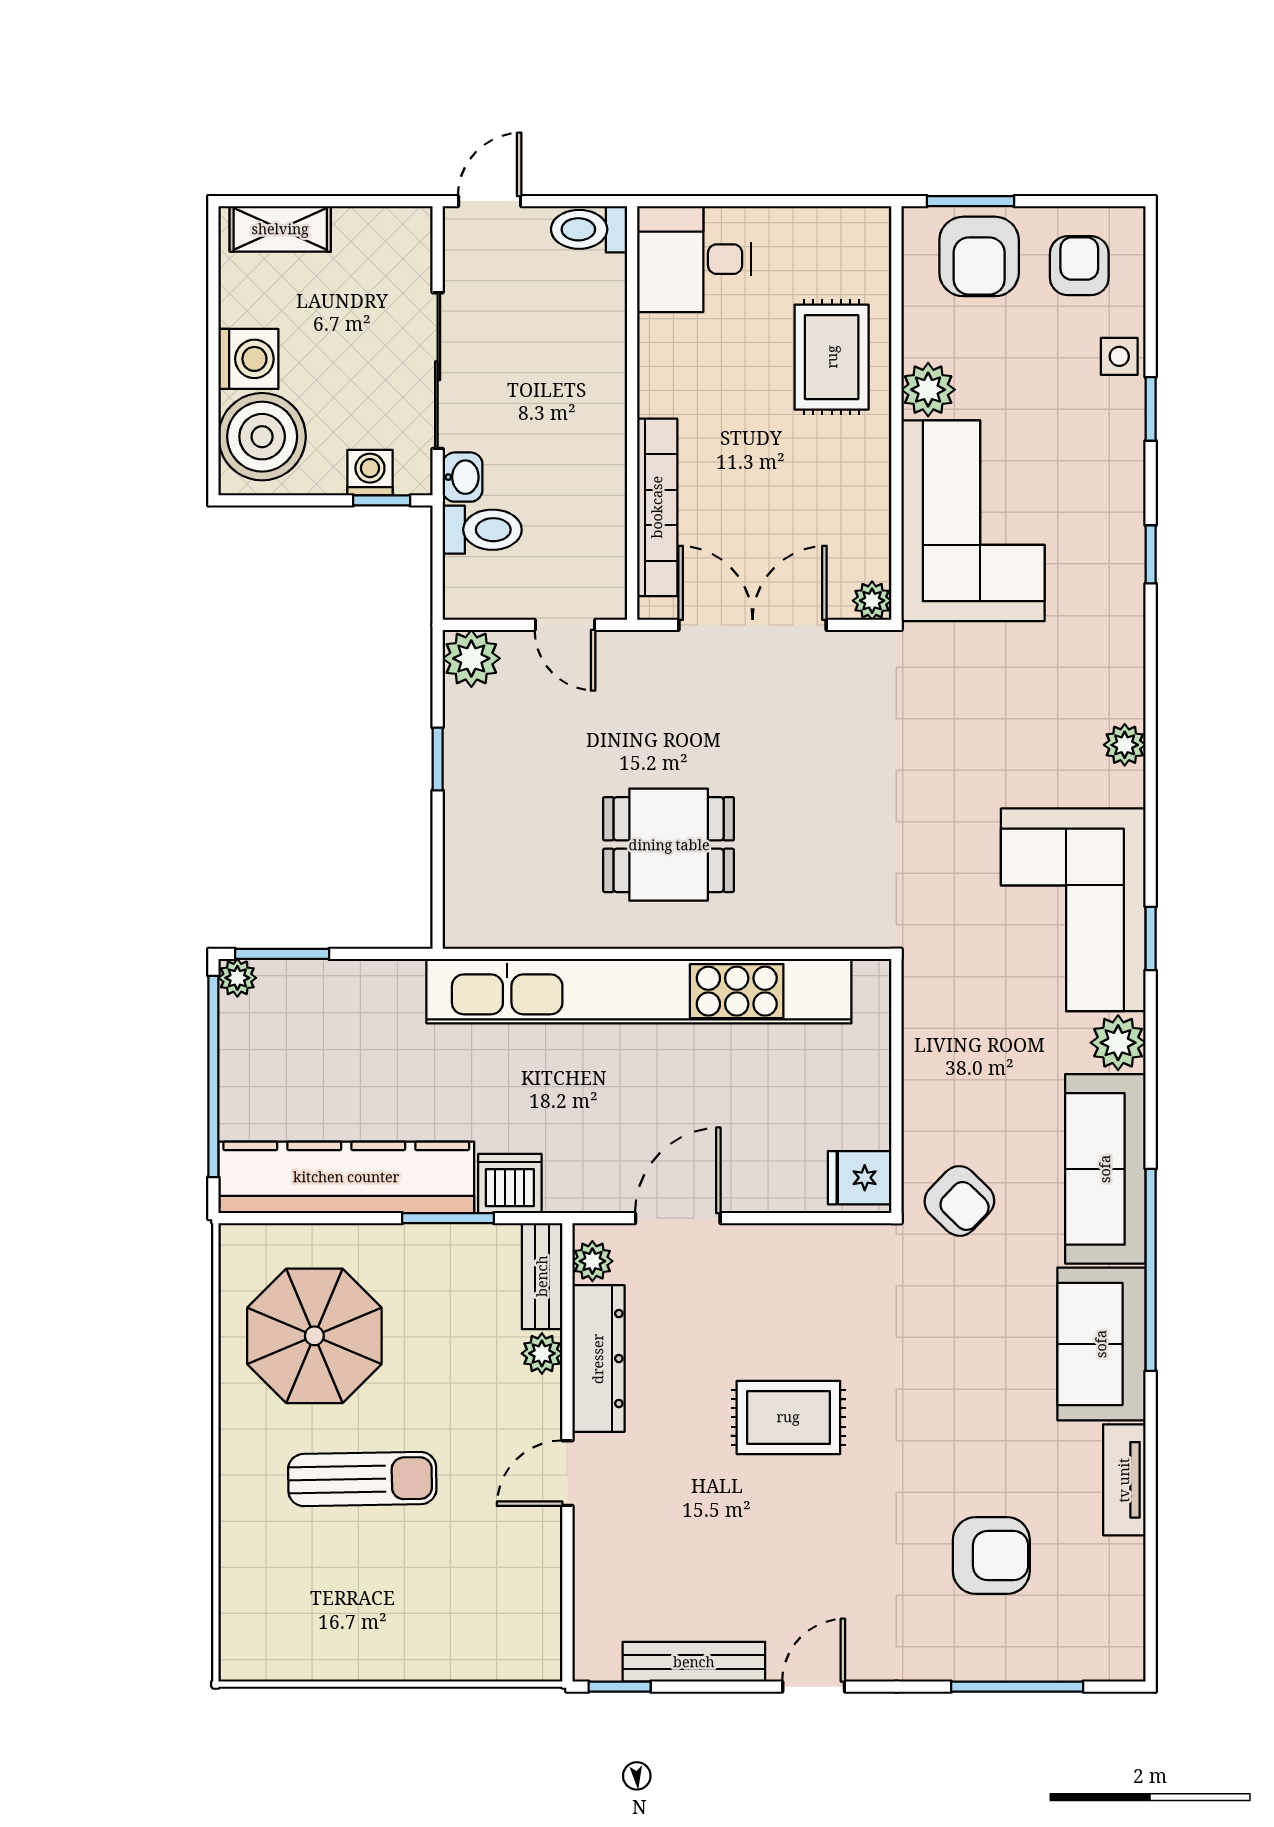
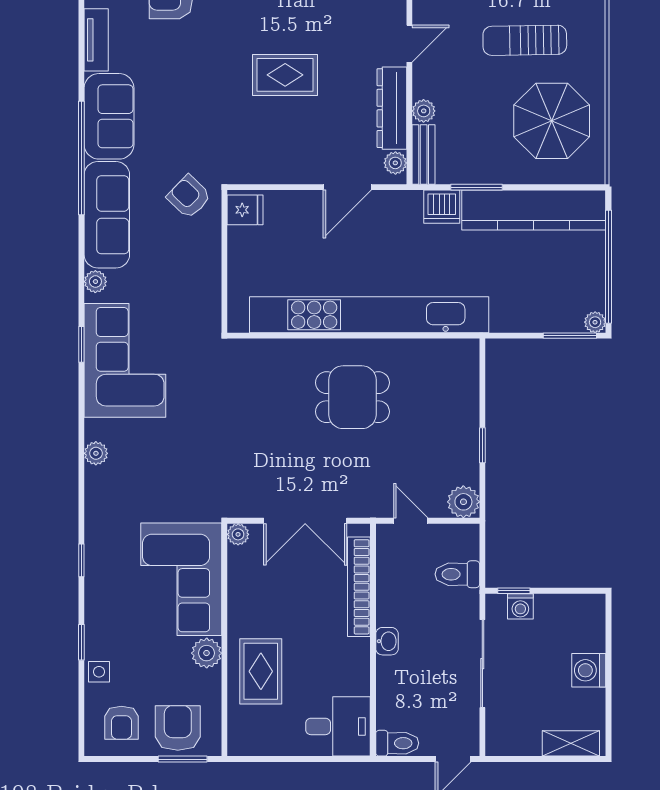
boiler: (262, 437) -> (581, 627), removed
washbasin: (463, 477) -> (387, 641), moved, turned 180
plant: (1118, 1043) -> (95, 282), width x0.73, depth x0.73

